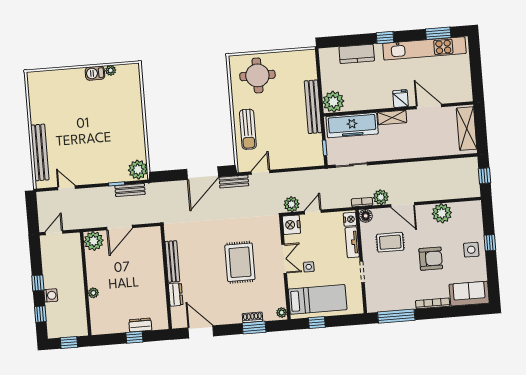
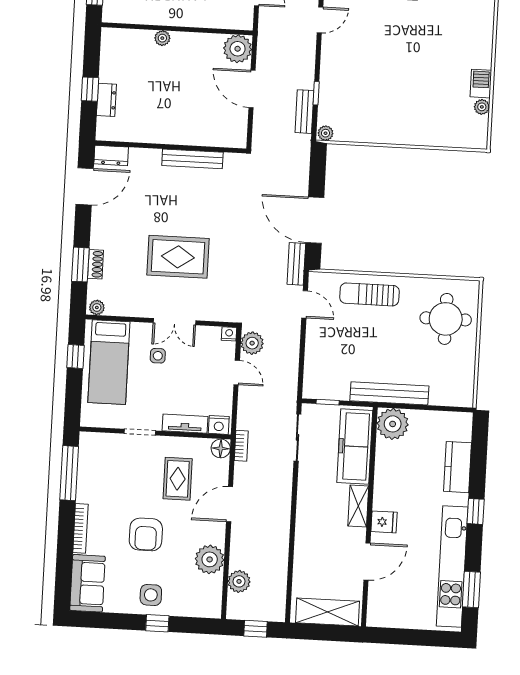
plant: (138, 170) -> (326, 133), width x0.53, depth x0.53
plant: (381, 197) -> (239, 581), moved
nightstand: (291, 225) -> (229, 334), width x0.53, depth x0.56
dresser: (176, 294) -> (111, 155), moved

